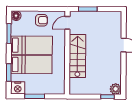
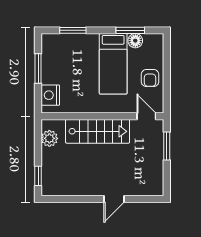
floor lamp: (16, 16) -> (135, 41), moved
bed: (31, 65) -> (85, 64), removed
nightstand: (18, 88) -> (50, 95), moved
plant: (116, 89) -> (49, 138), moved

